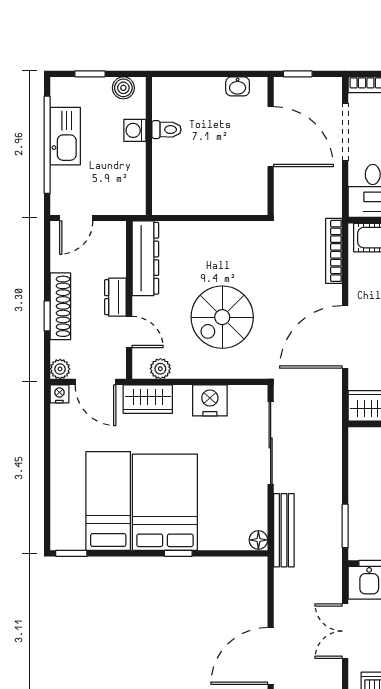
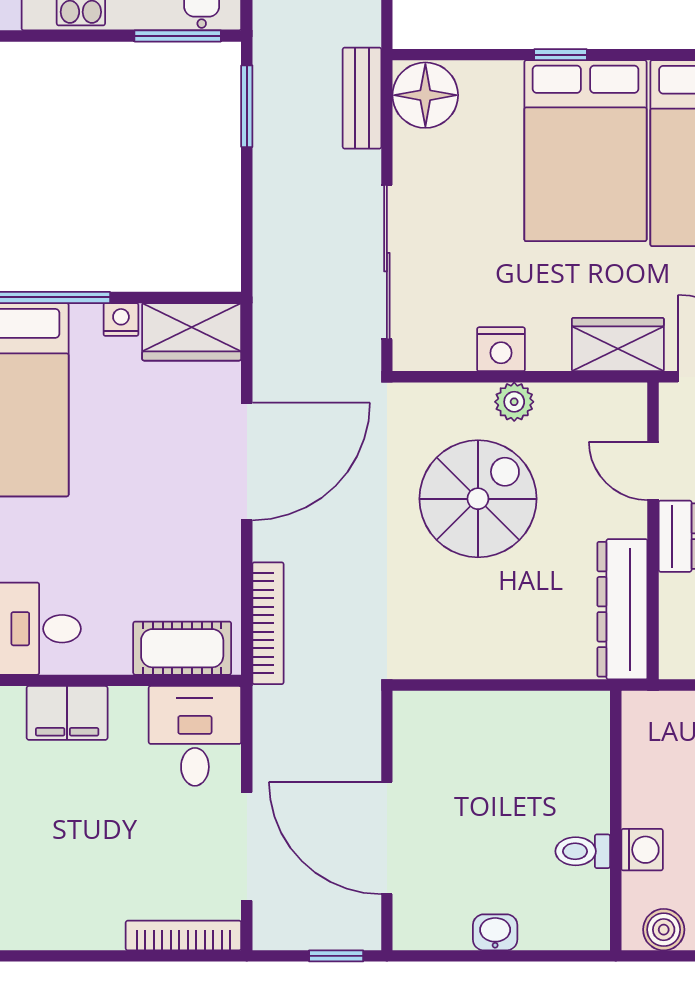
washbasin: (238, 86) -> (495, 932), moved
plant: (160, 369) -> (514, 402), moved
nightstand: (210, 400) -> (501, 349), width x0.74, depth x0.75
bench: (284, 530) -> (362, 98), width x0.73
floor lamp: (258, 540) -> (425, 95), width x1.89, depth x1.89

